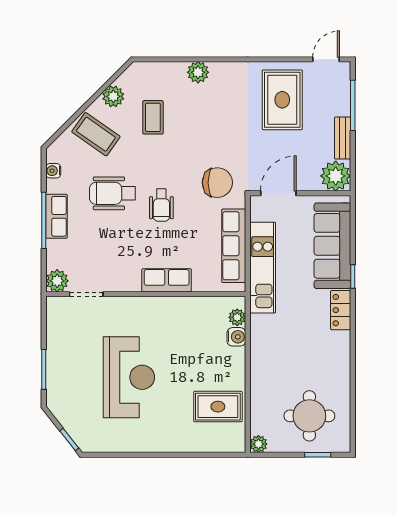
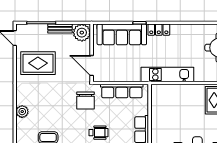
chair: (217, 183) -> (86, 100), turned 180
kitchen unit: (263, 268) -> (167, 74), moved
plant: (237, 317) -> (163, 89), removed
water cooler: (236, 337) -> (174, 90), removed

